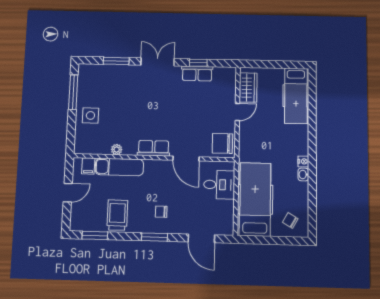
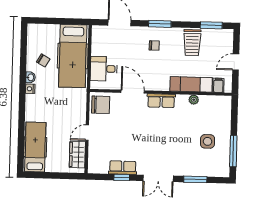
side table: (90, 115) -> (208, 141), moved
chair: (290, 220) -> (43, 60), moved

